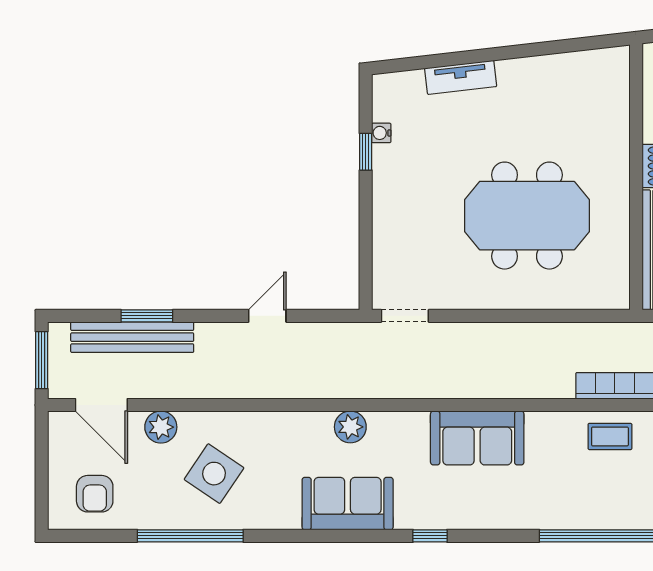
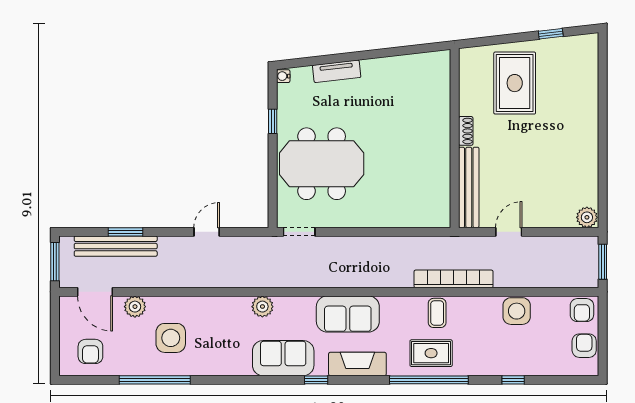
water cooler: (381, 133) -> (283, 76), moved
meeting table: (527, 216) -> (322, 164), moved
coffee table: (610, 436) -> (437, 313), turned 90
side table: (214, 474) -> (171, 338), turned -34
rug: (601, 496) -> (431, 353), added
sofa: (348, 504) -> (283, 358), moved
fireplace: (491, 512) -> (357, 364), added

